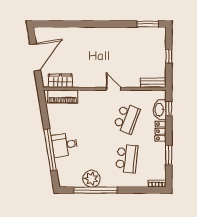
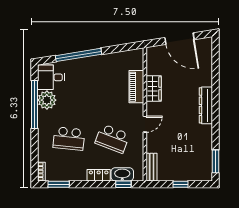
dresser: (96, 33) -> (206, 105), added
wardrobe: (60, 81) -> (154, 88), moved
piano: (63, 97) -> (136, 87), moved
desk: (65, 145) -> (51, 77), moved, turned -81
window: (169, 155) -> (59, 184), moved

